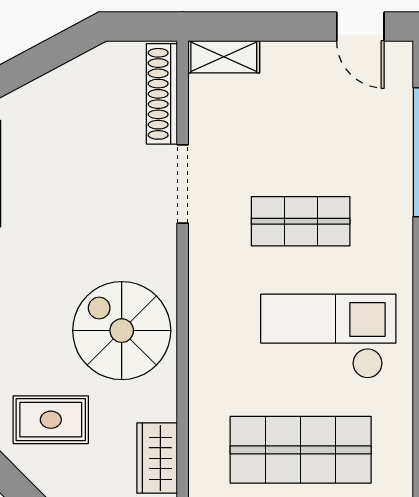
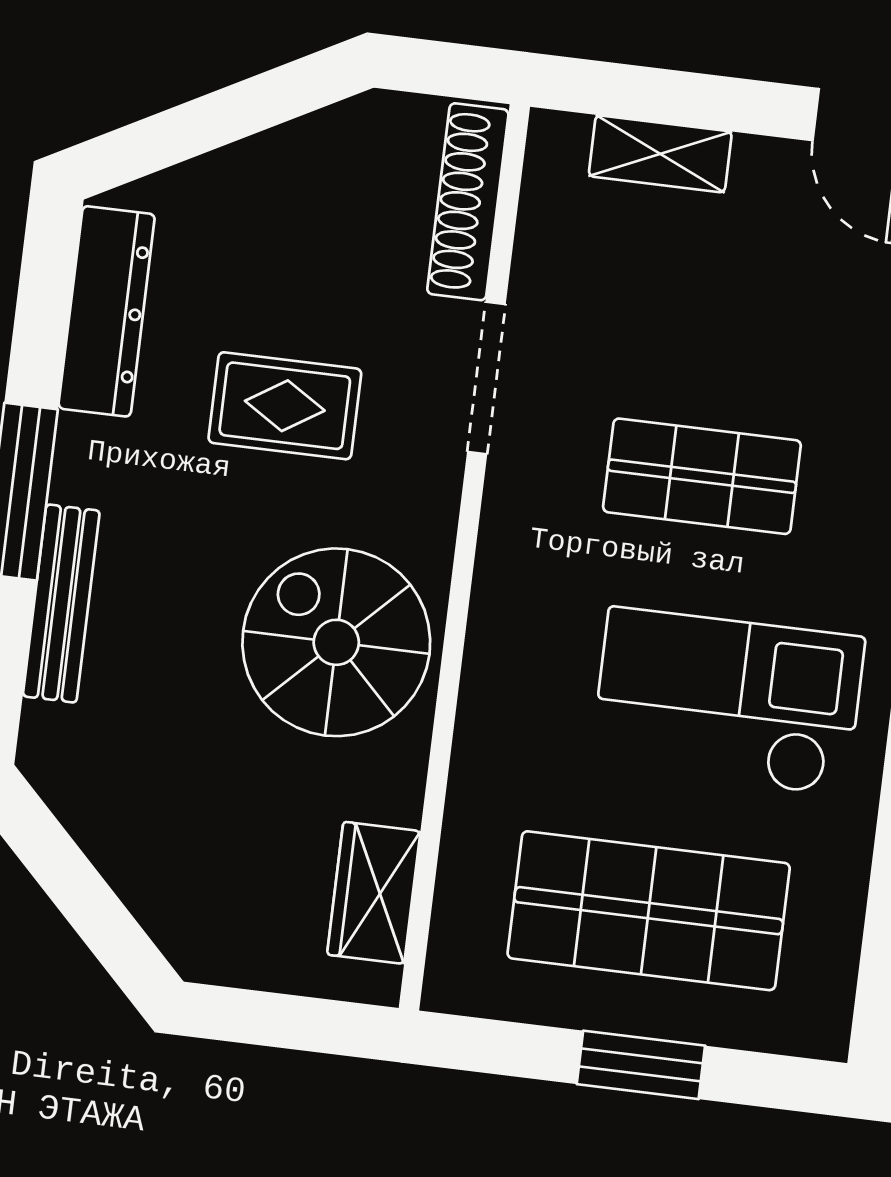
shelving: (224, 57) -> (660, 154), moved
rug: (51, 420) -> (285, 406), moved

